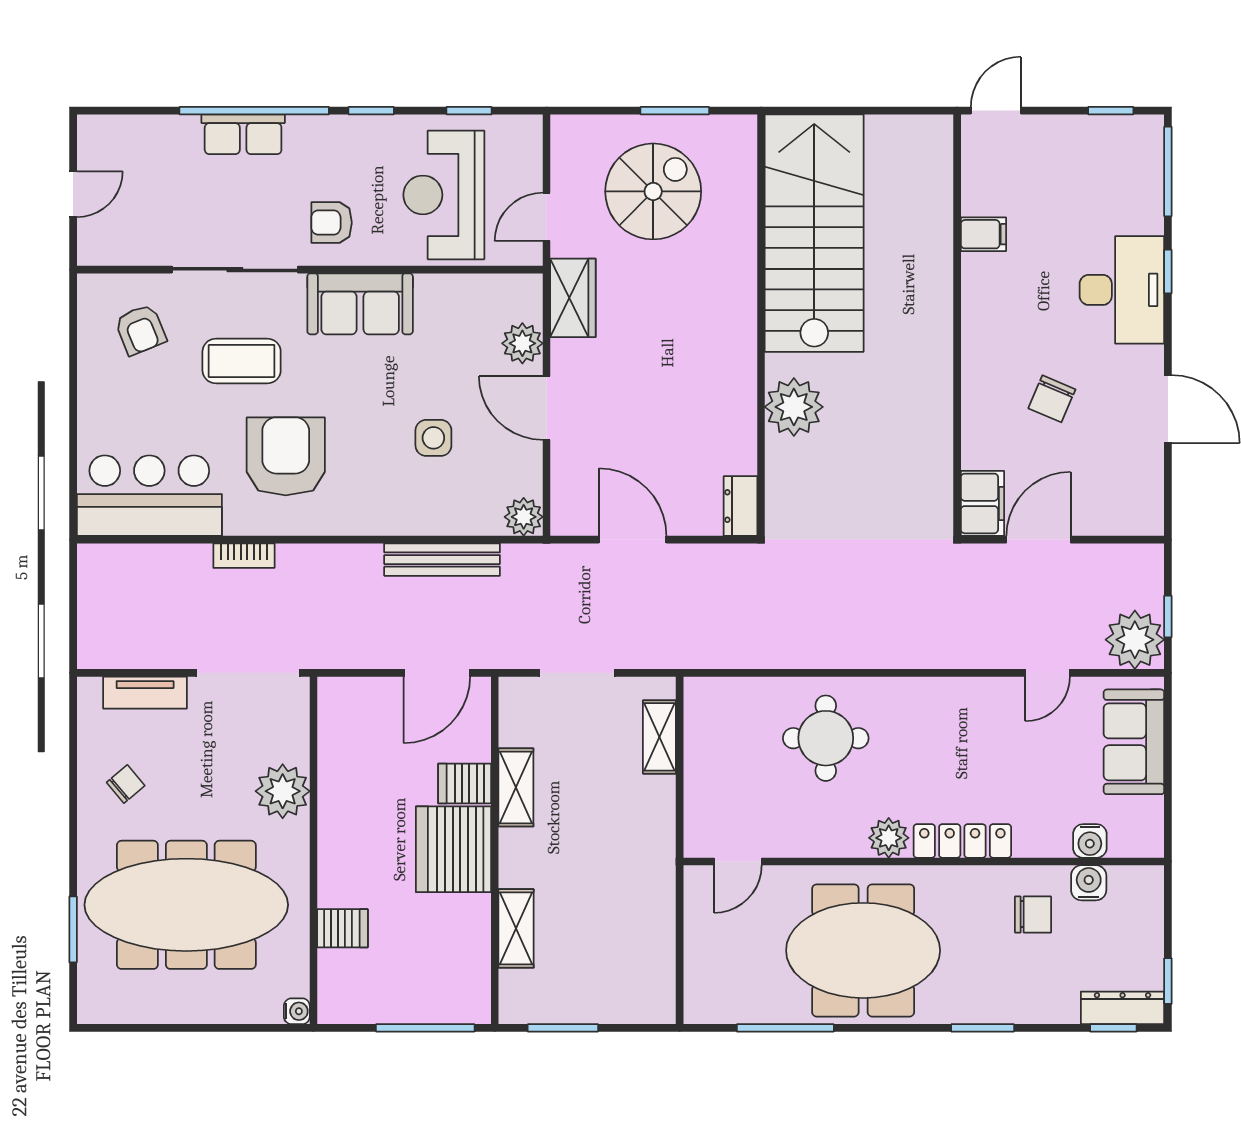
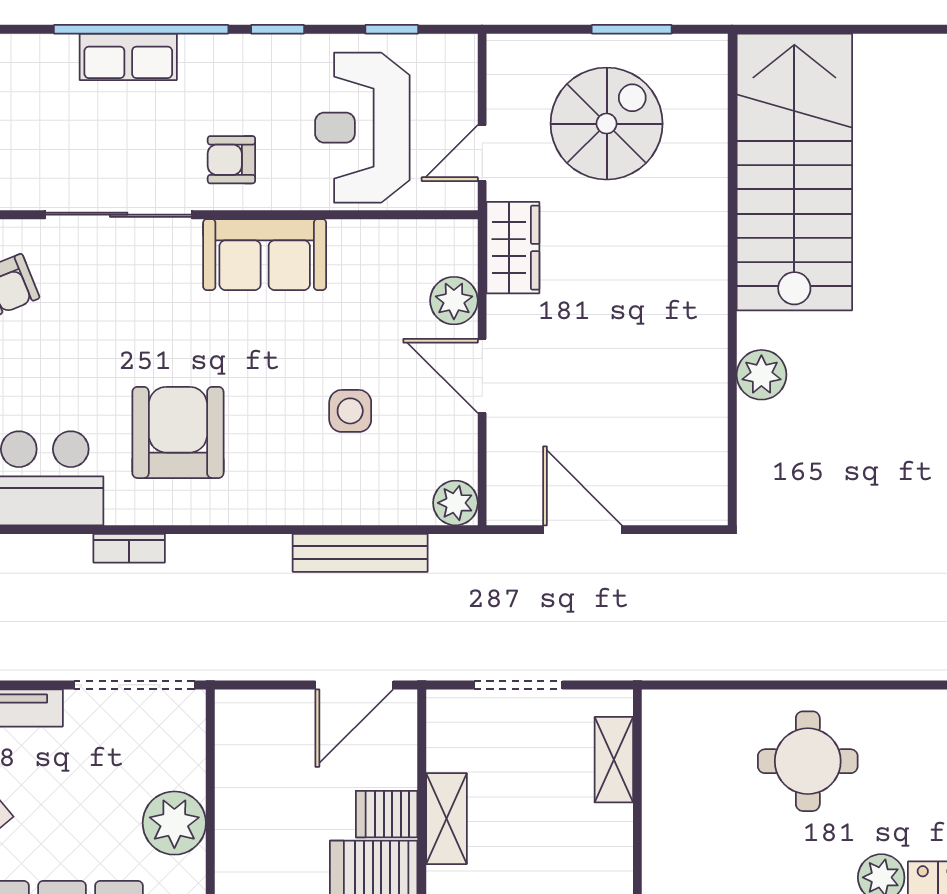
coffee table: (242, 361) -> (126, 321), removed
plant: (794, 407) -> (761, 375), width x0.73, depth x0.73
dresser: (741, 506) -> (708, 490), removed

